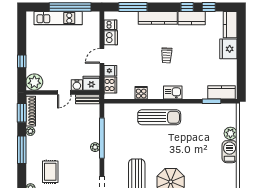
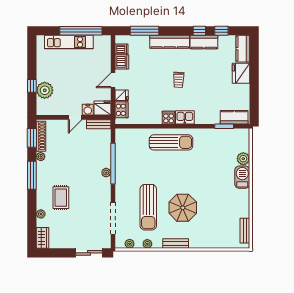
plant: (34, 82) -> (45, 90), moved
cooker: (141, 93) -> (169, 118), moved

